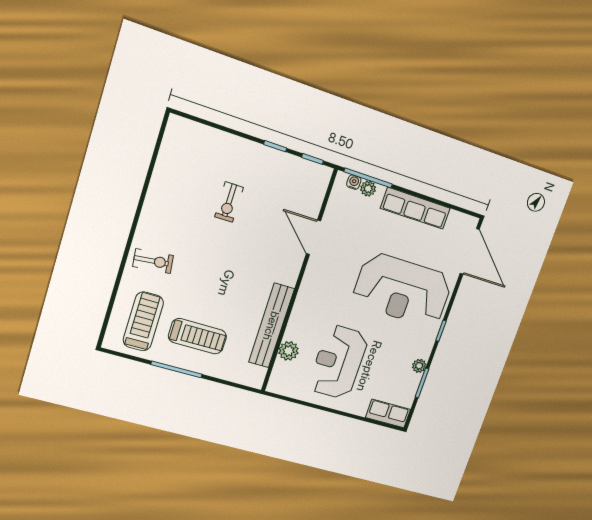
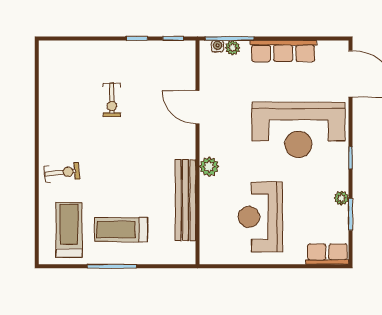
treadmill: (197, 336) -> (121, 230), turned 180
plant: (289, 351) -> (209, 167), moved

